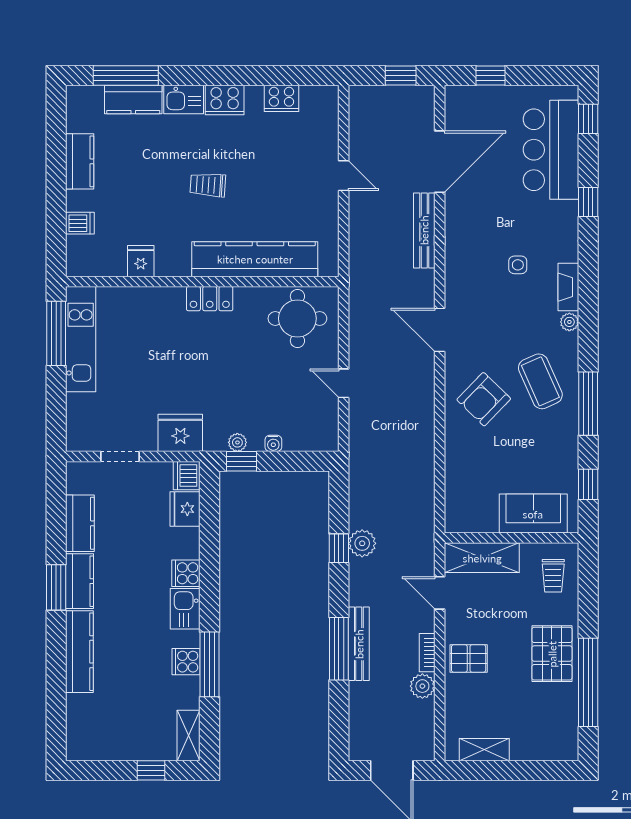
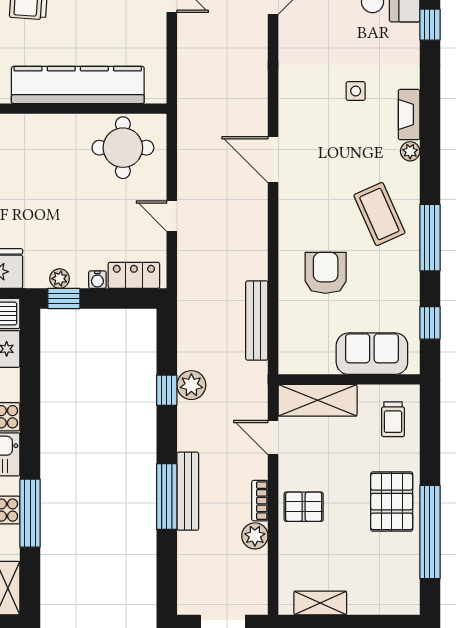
bench: (424, 230) -> (257, 320), moved
locker: (210, 299) -> (134, 275), moved, turned 180
armchair: (484, 399) -> (326, 273), moved, turned 136

